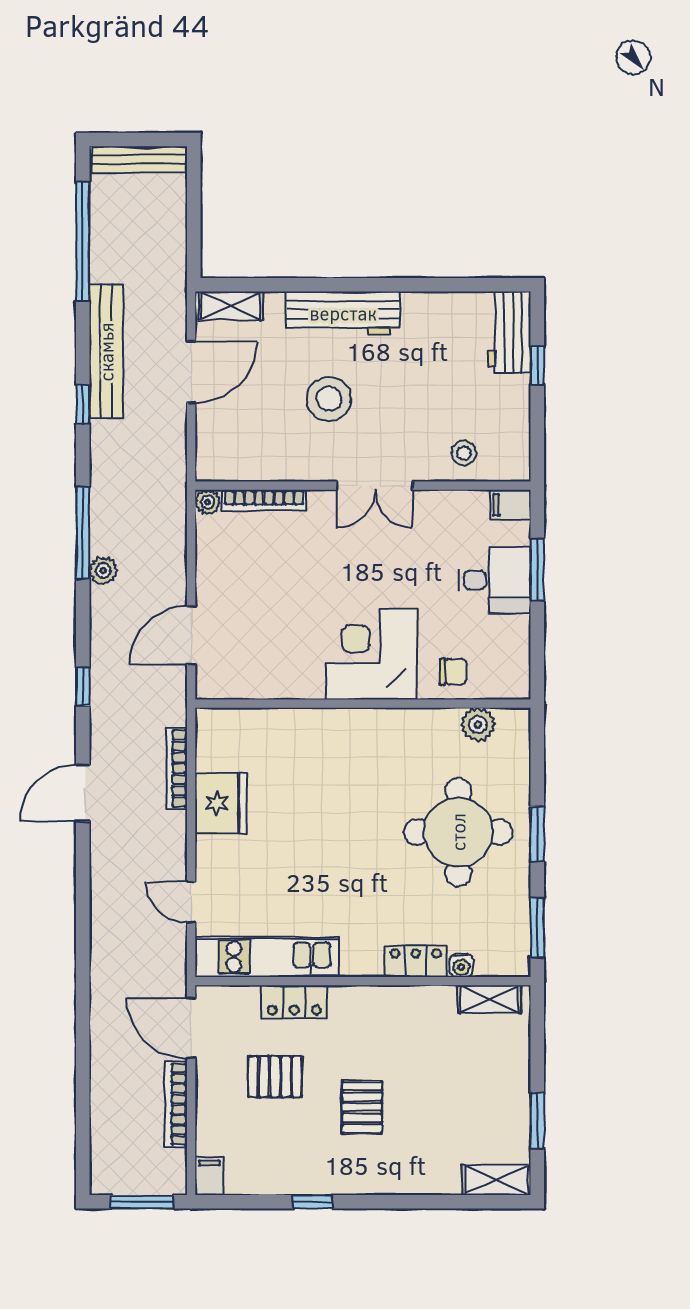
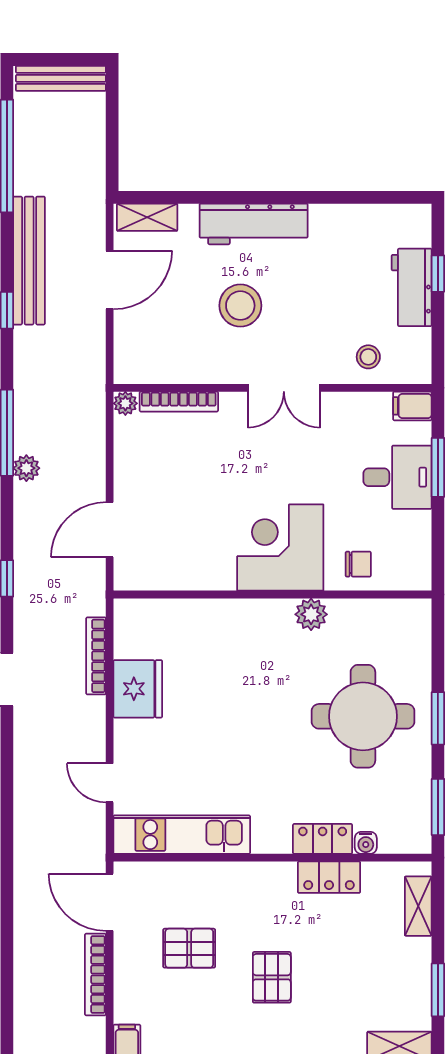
workbench: (510, 332) -> (412, 287), moved
plant: (478, 725) -> (311, 614), moved
shelving: (489, 999) -> (418, 906), moved, turned 90
locker: (294, 1002) -> (329, 877), moved

